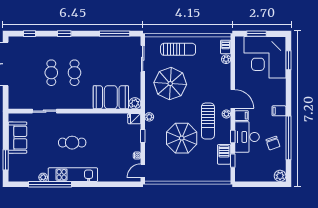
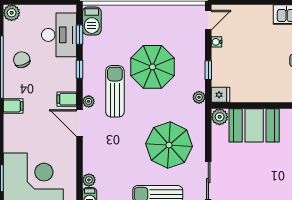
desk: (247, 137) -> (59, 35), moved
barbecue: (224, 154) -> (92, 21), moved

